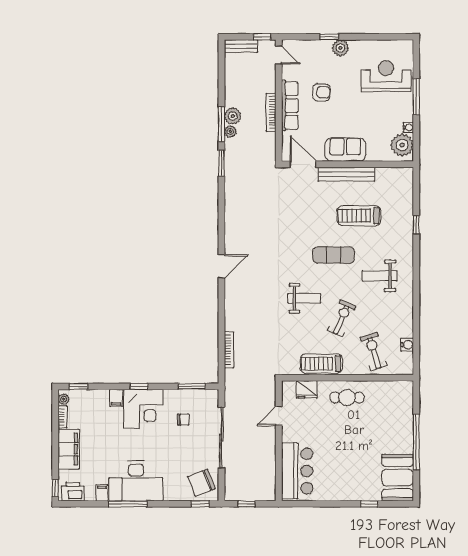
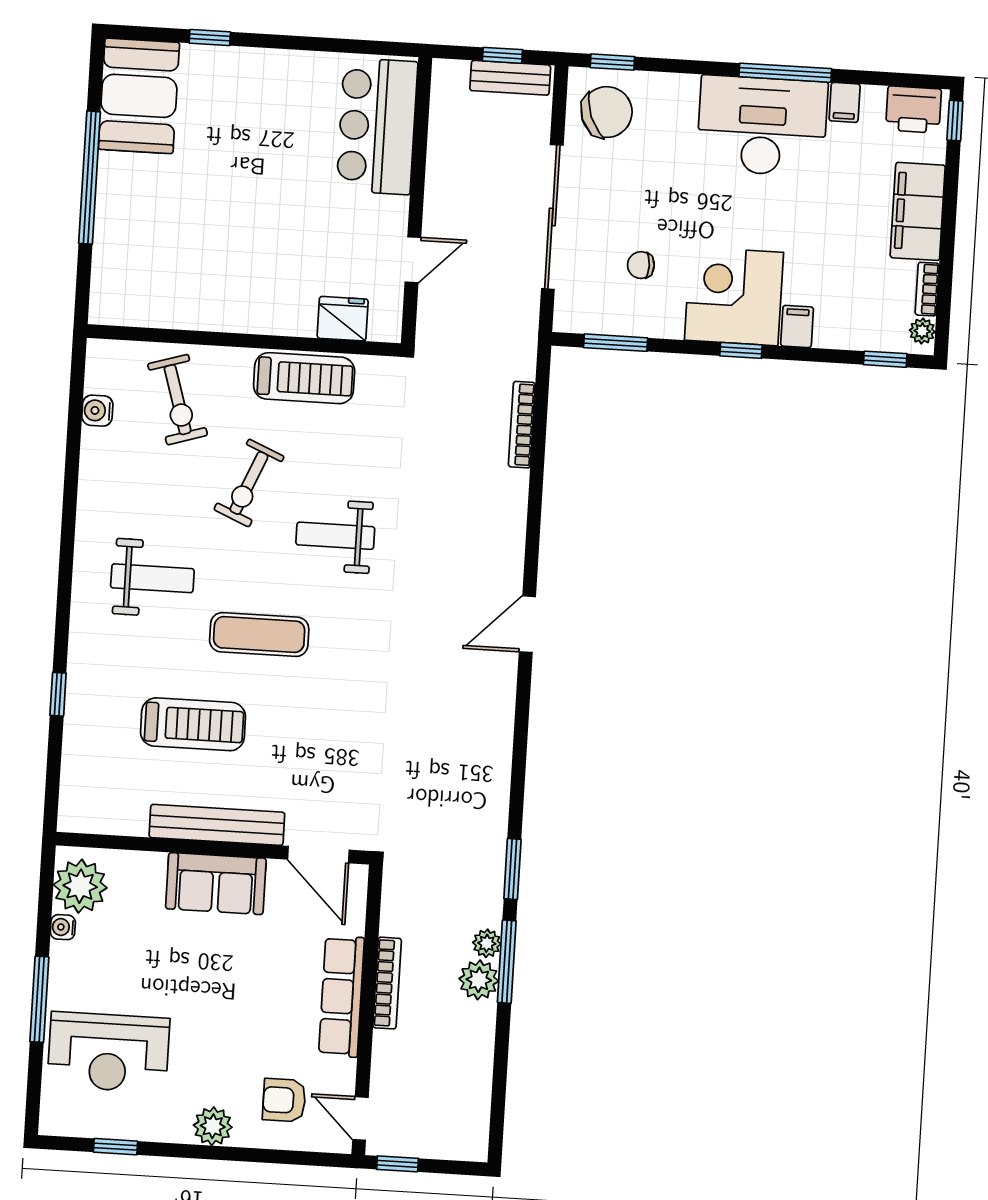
window: (329, 37) -> (116, 1147), moved
bench: (241, 46) -> (510, 78), moved
armchair: (321, 92) -> (284, 1100), moved
cafe table: (347, 398) -> (248, 294), removed

